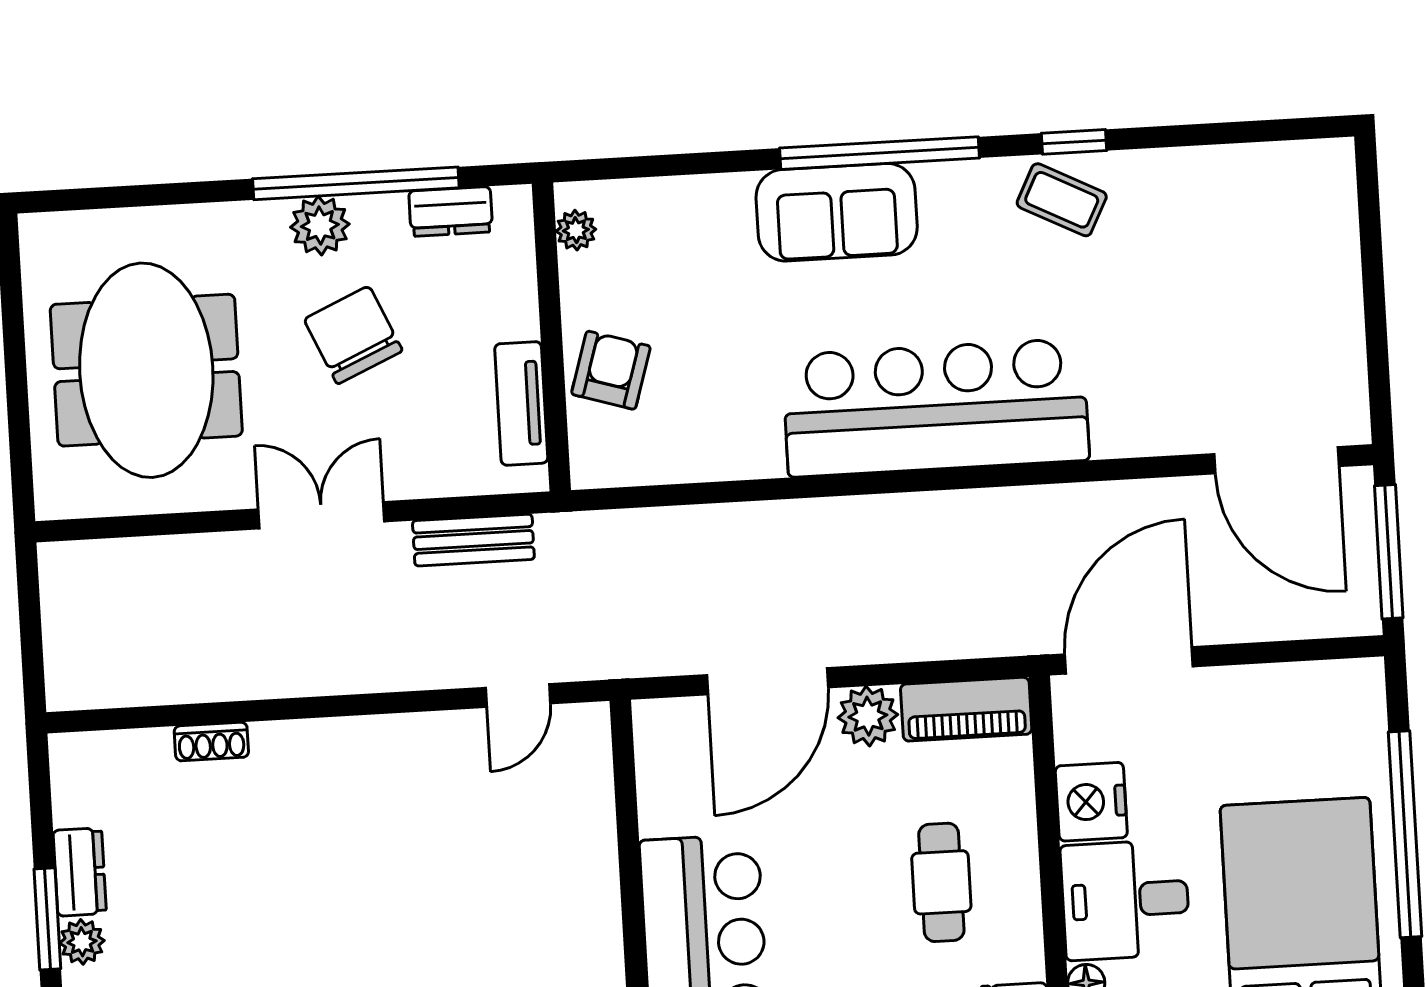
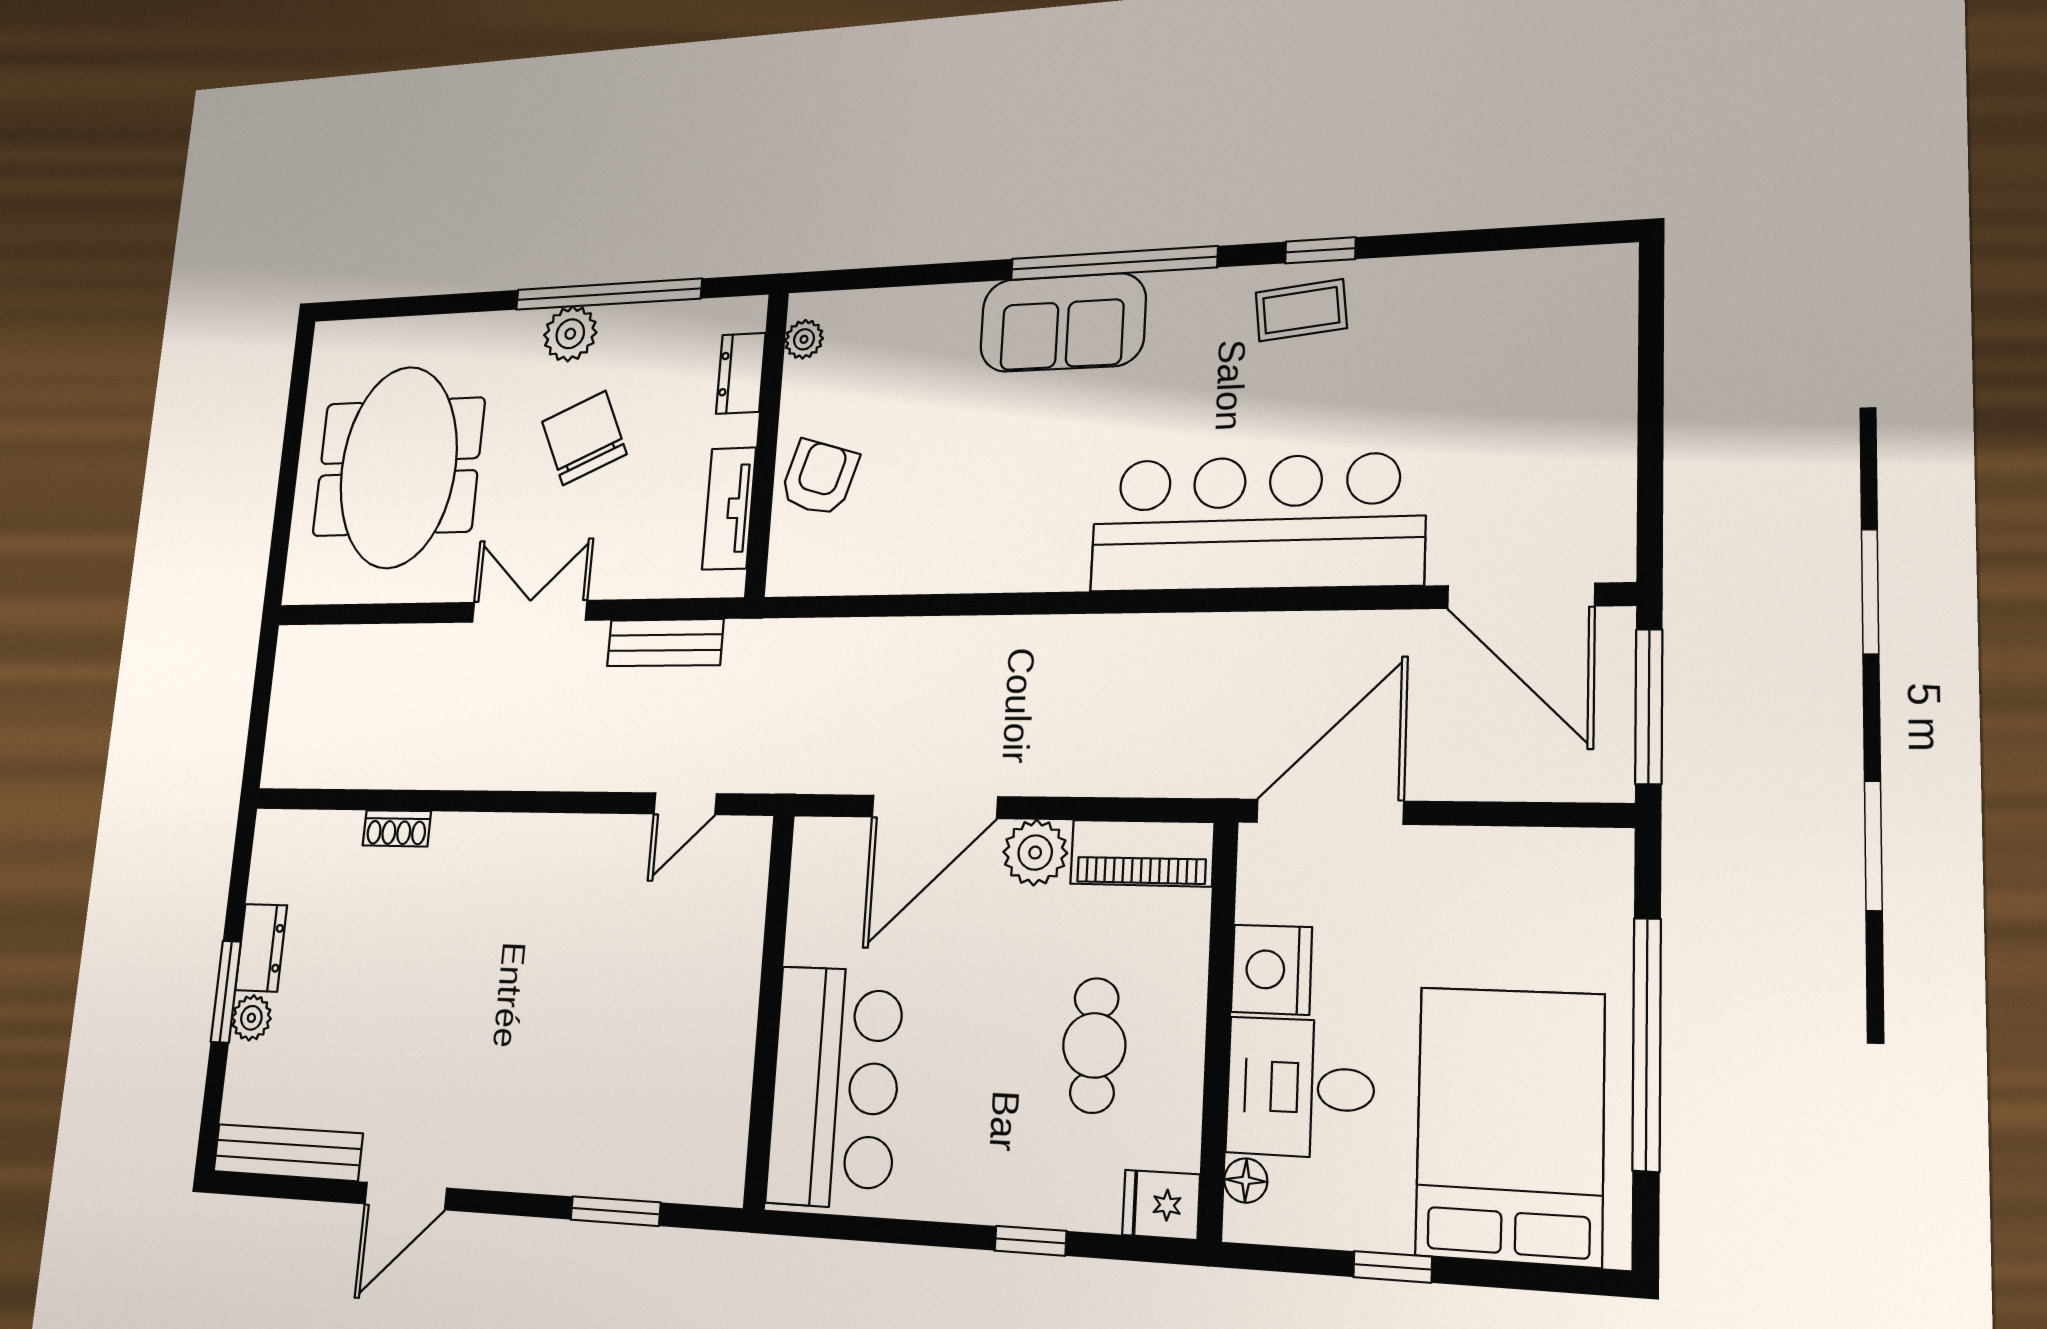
coffee table: (1062, 200) -> (1301, 310), turned -33
dresser: (451, 211) -> (741, 373), moved, turned 90
bar counter: (936, 408) -> (1256, 523), moved

